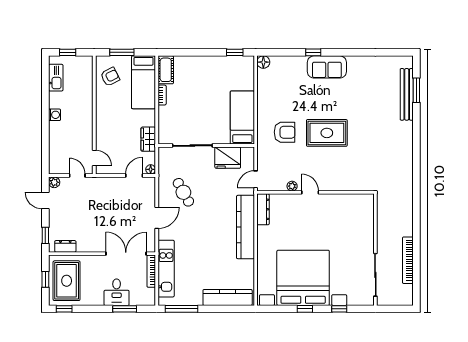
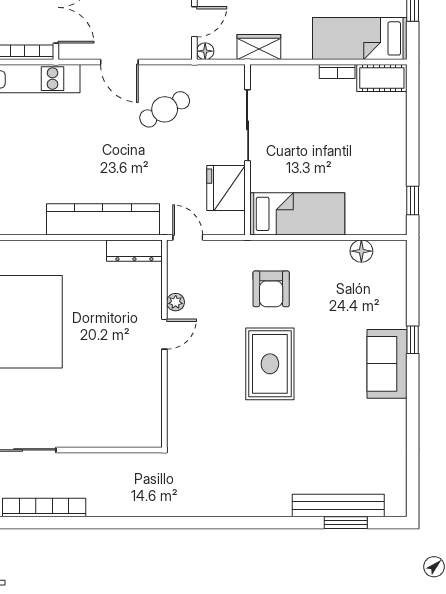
floor lamp: (263, 62) -> (361, 251), moved
door: (134, 175) -> (194, 22), hinge flipped

